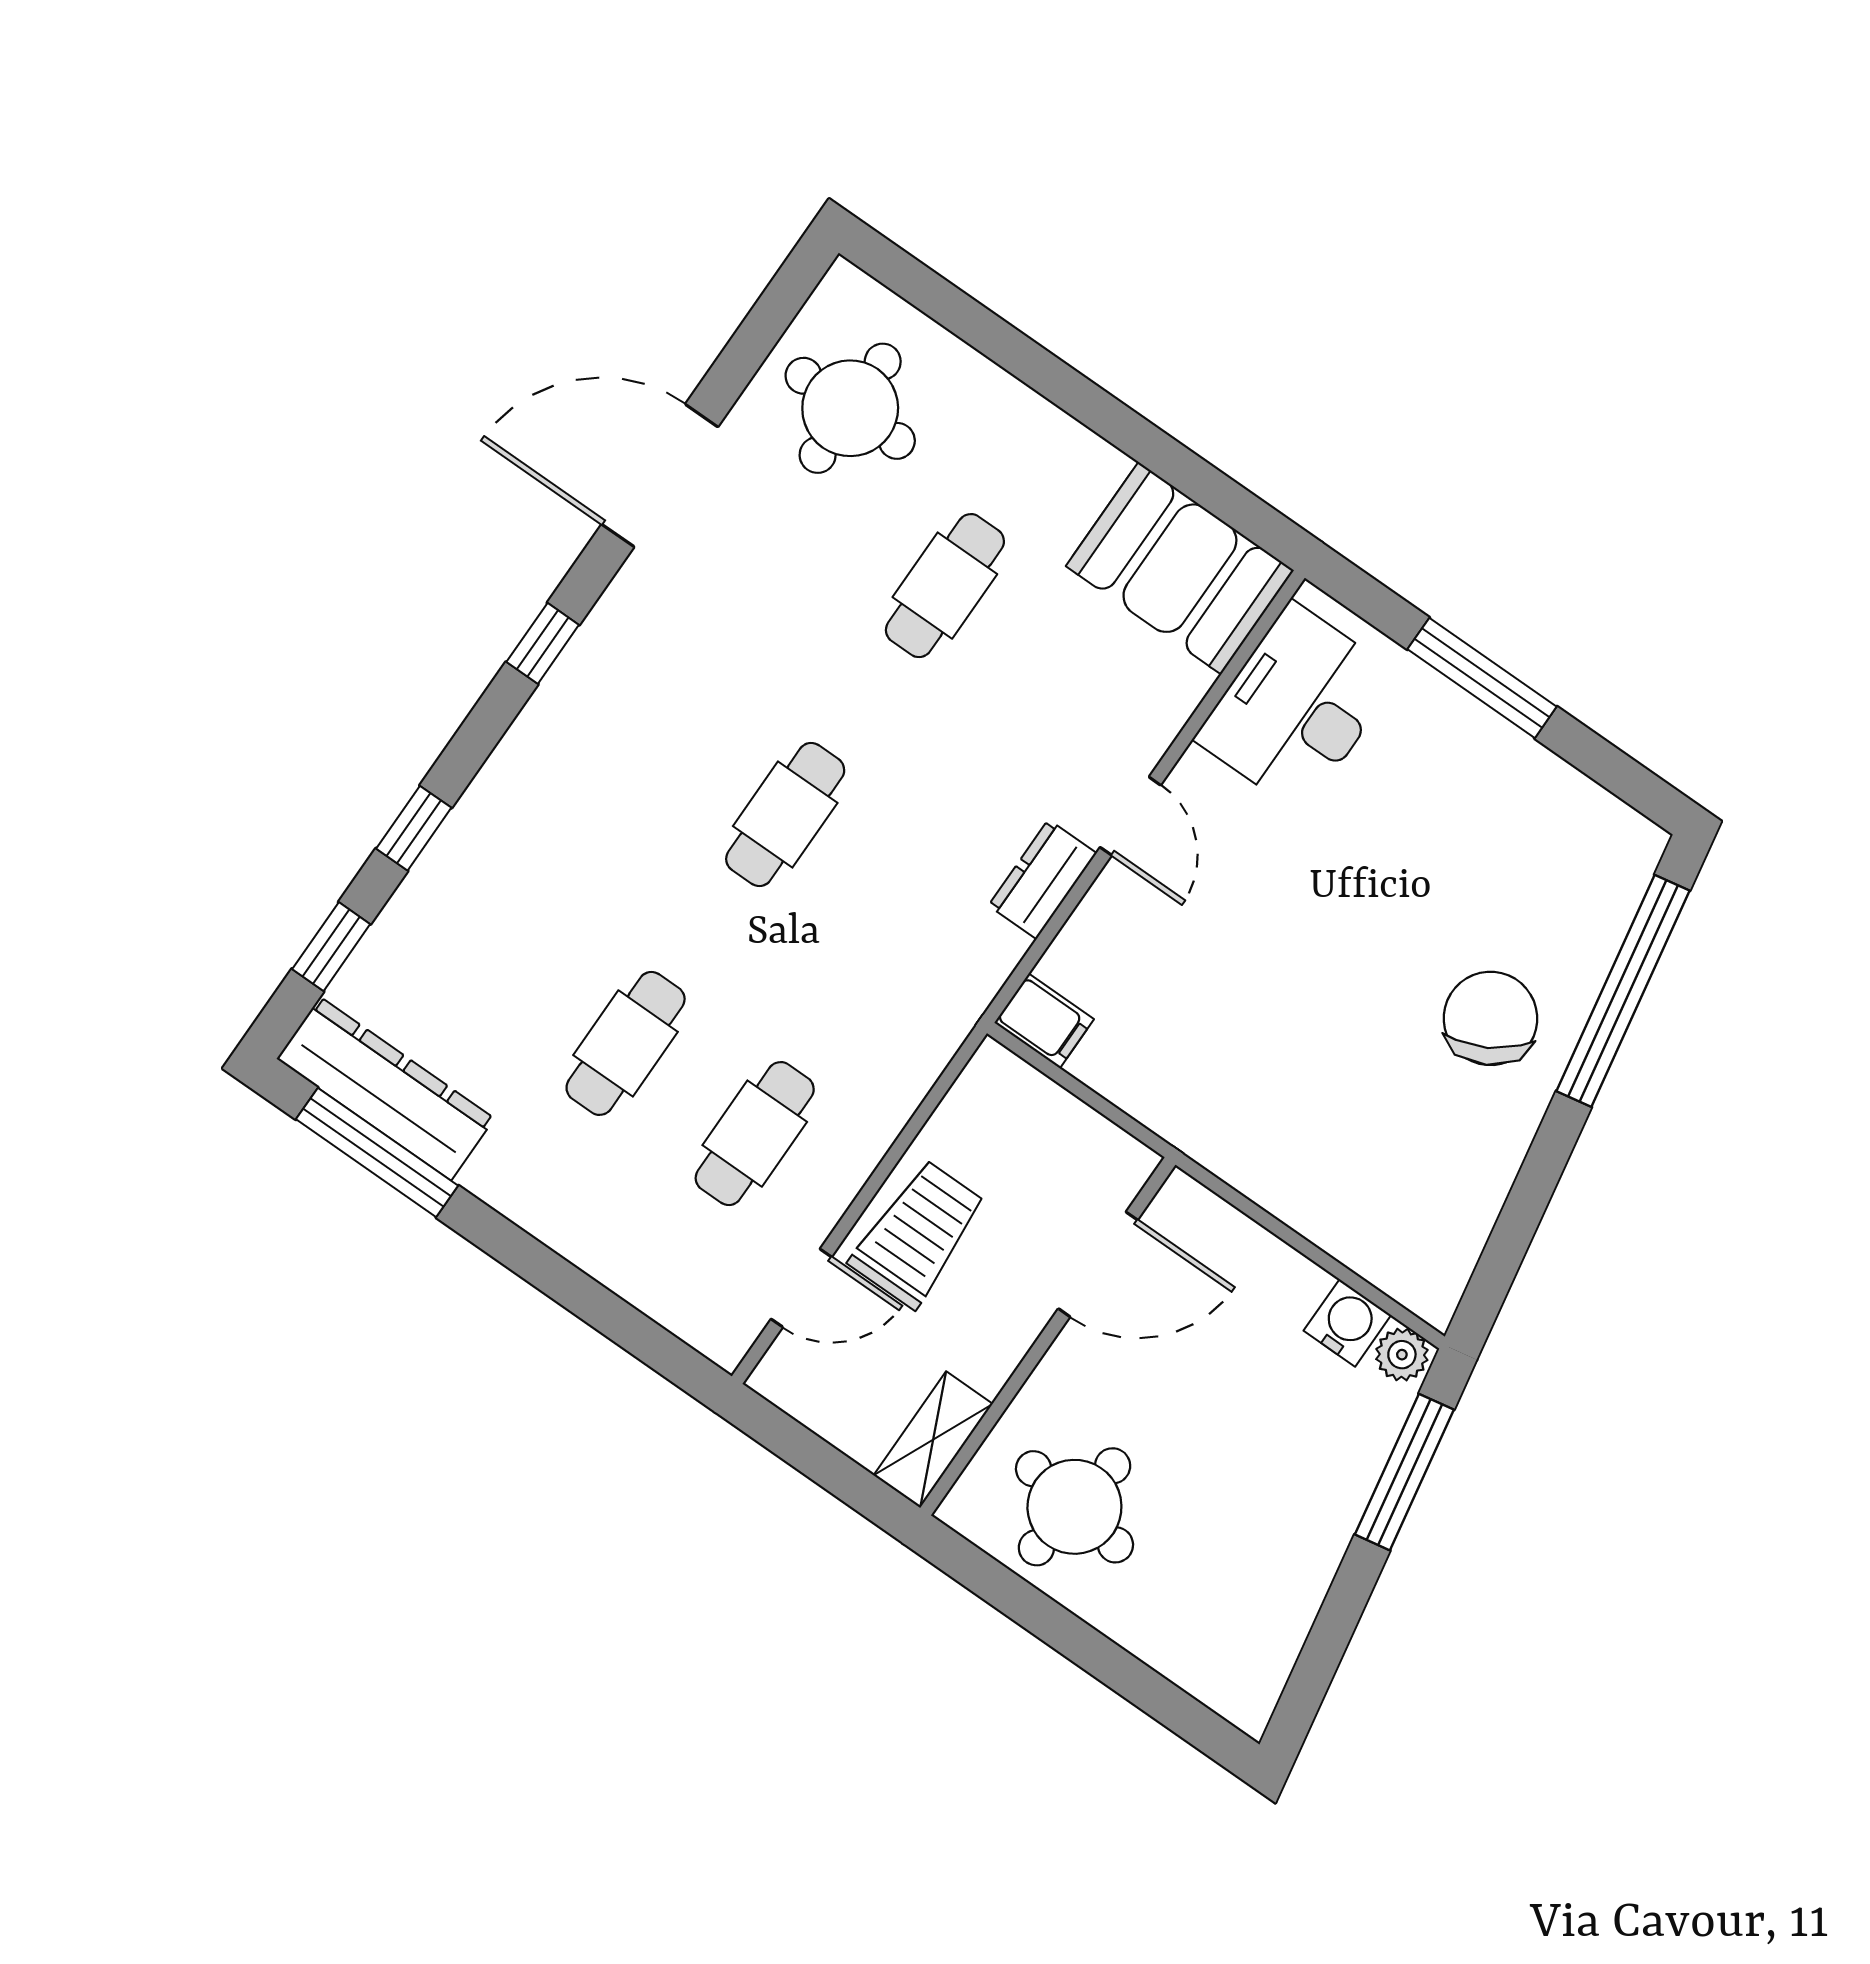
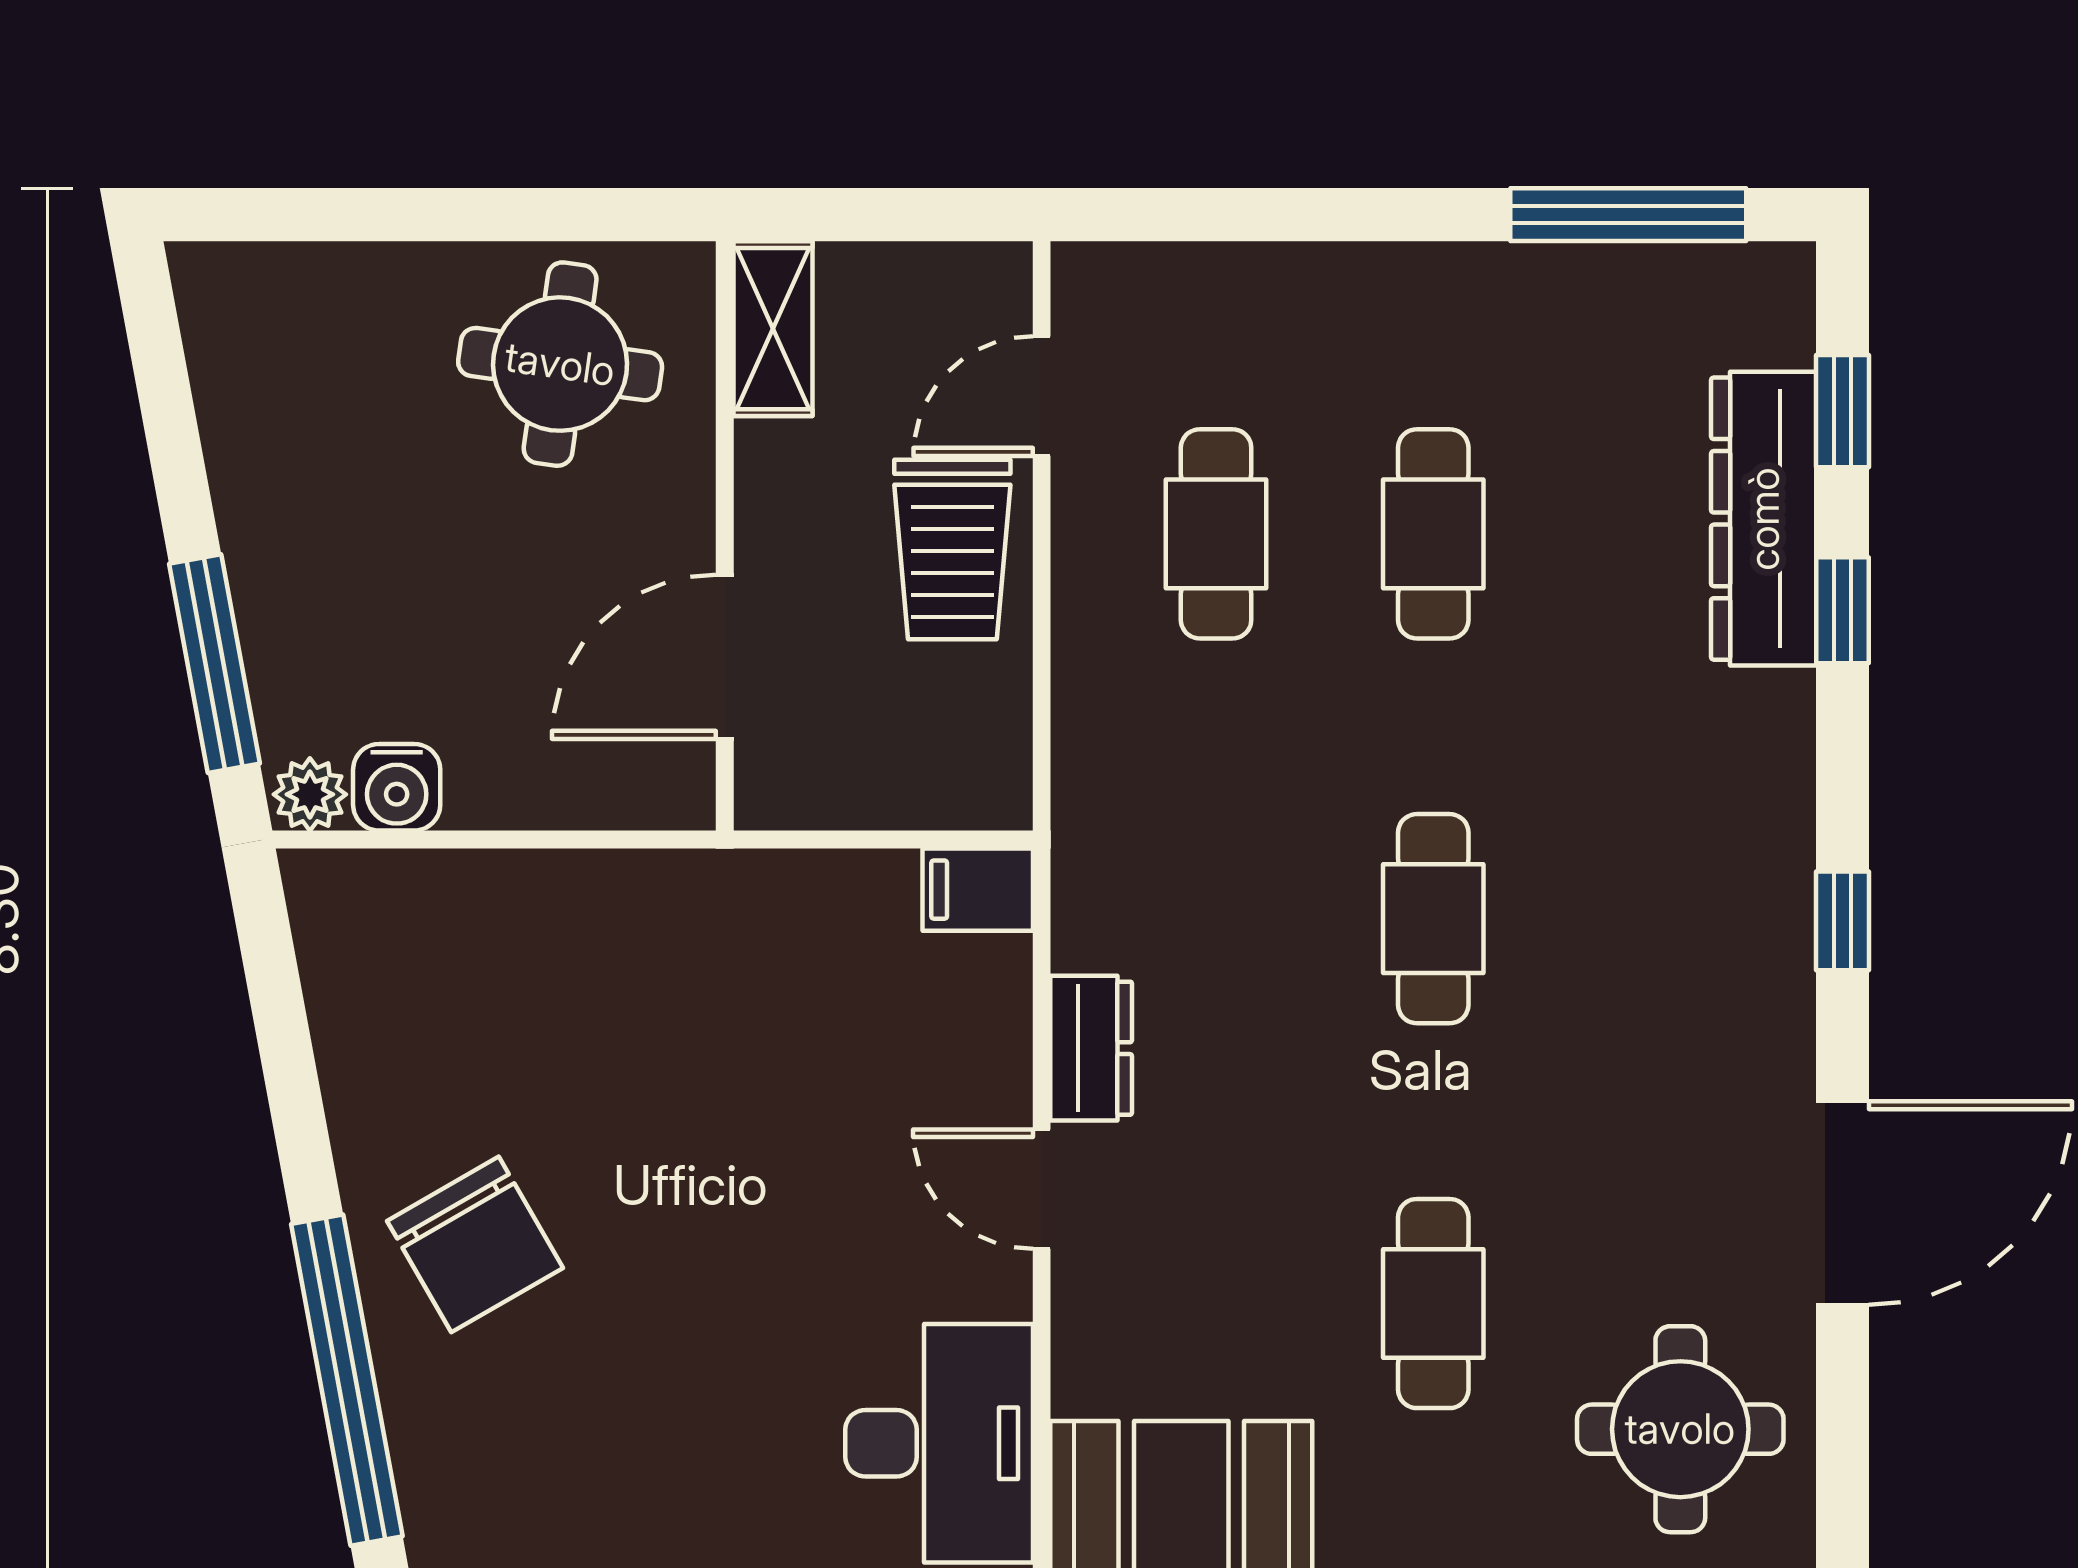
dresser: (386, 1089) -> (1764, 519), moved, turned 90

